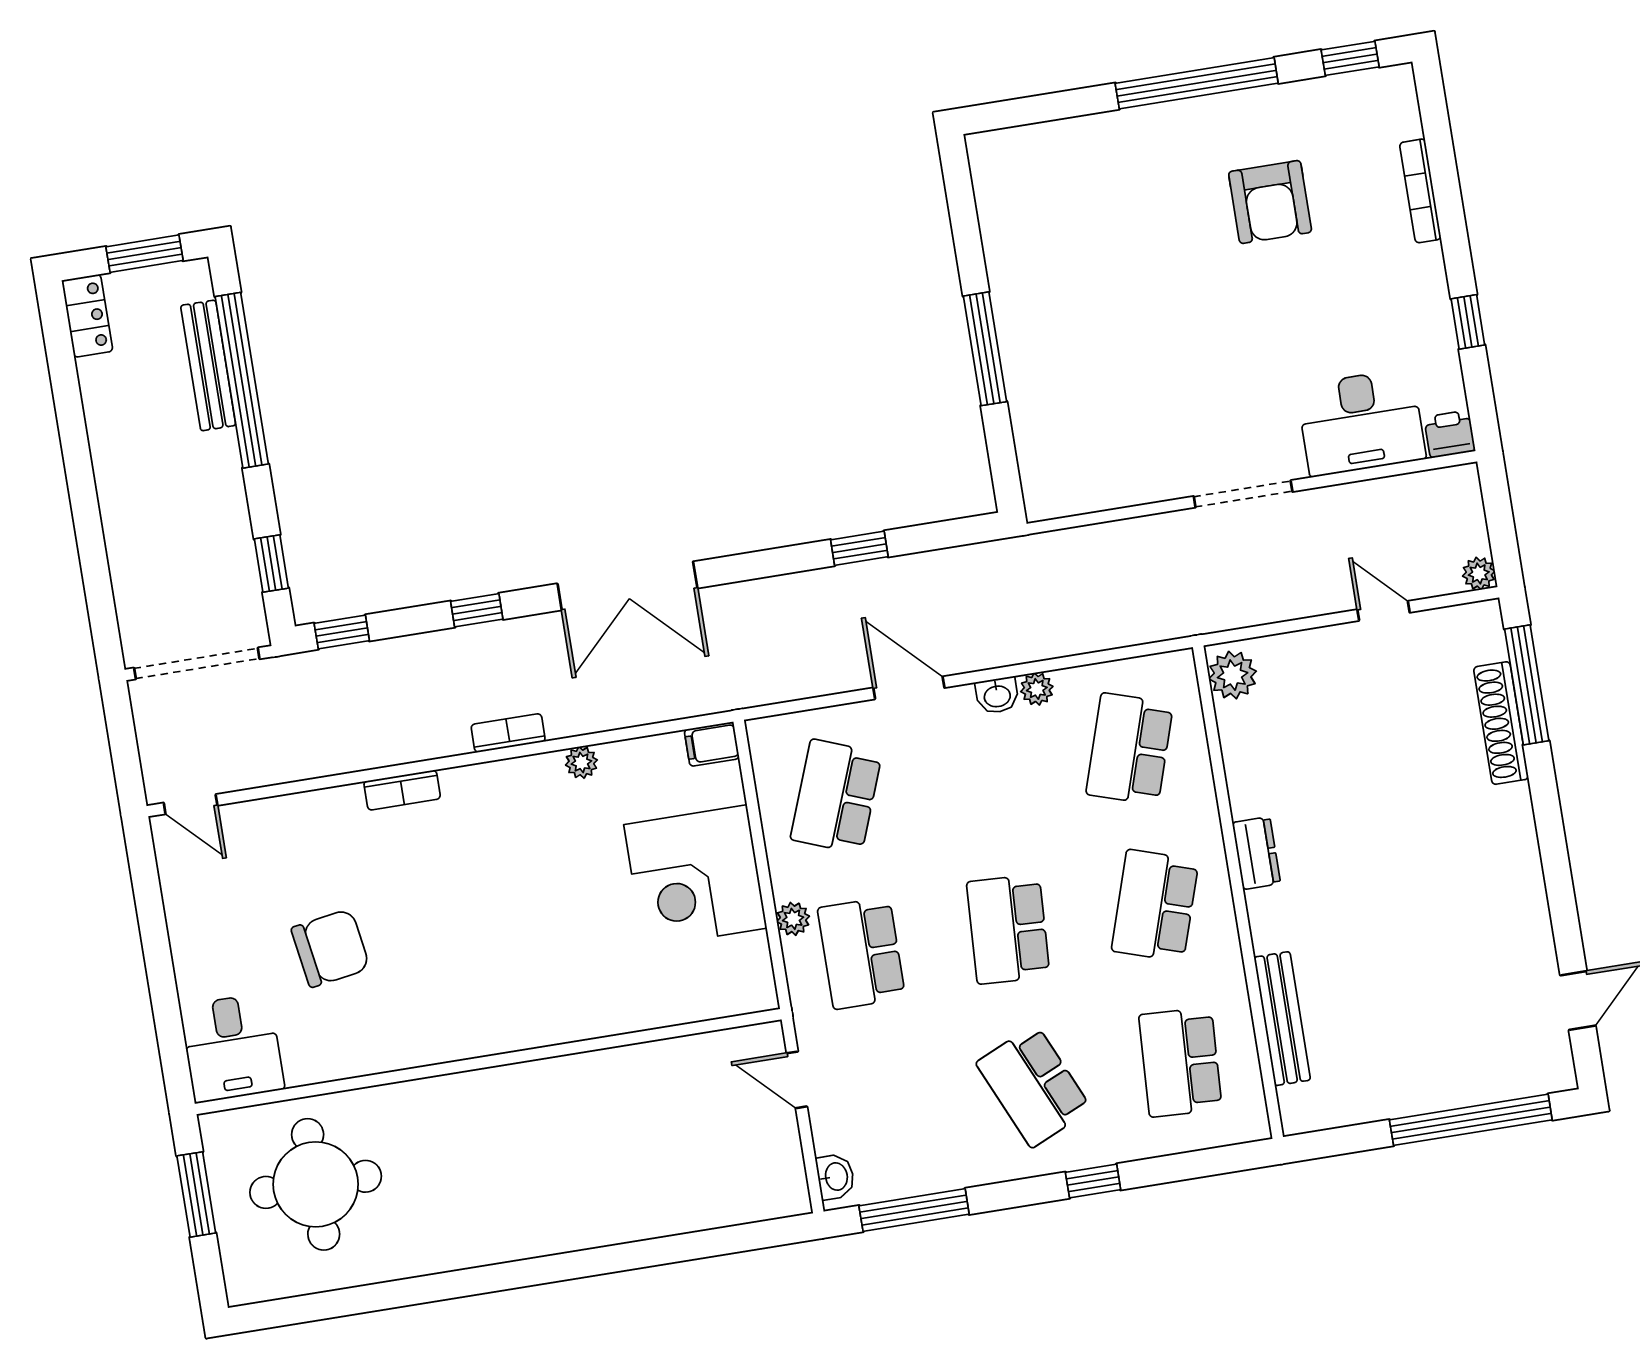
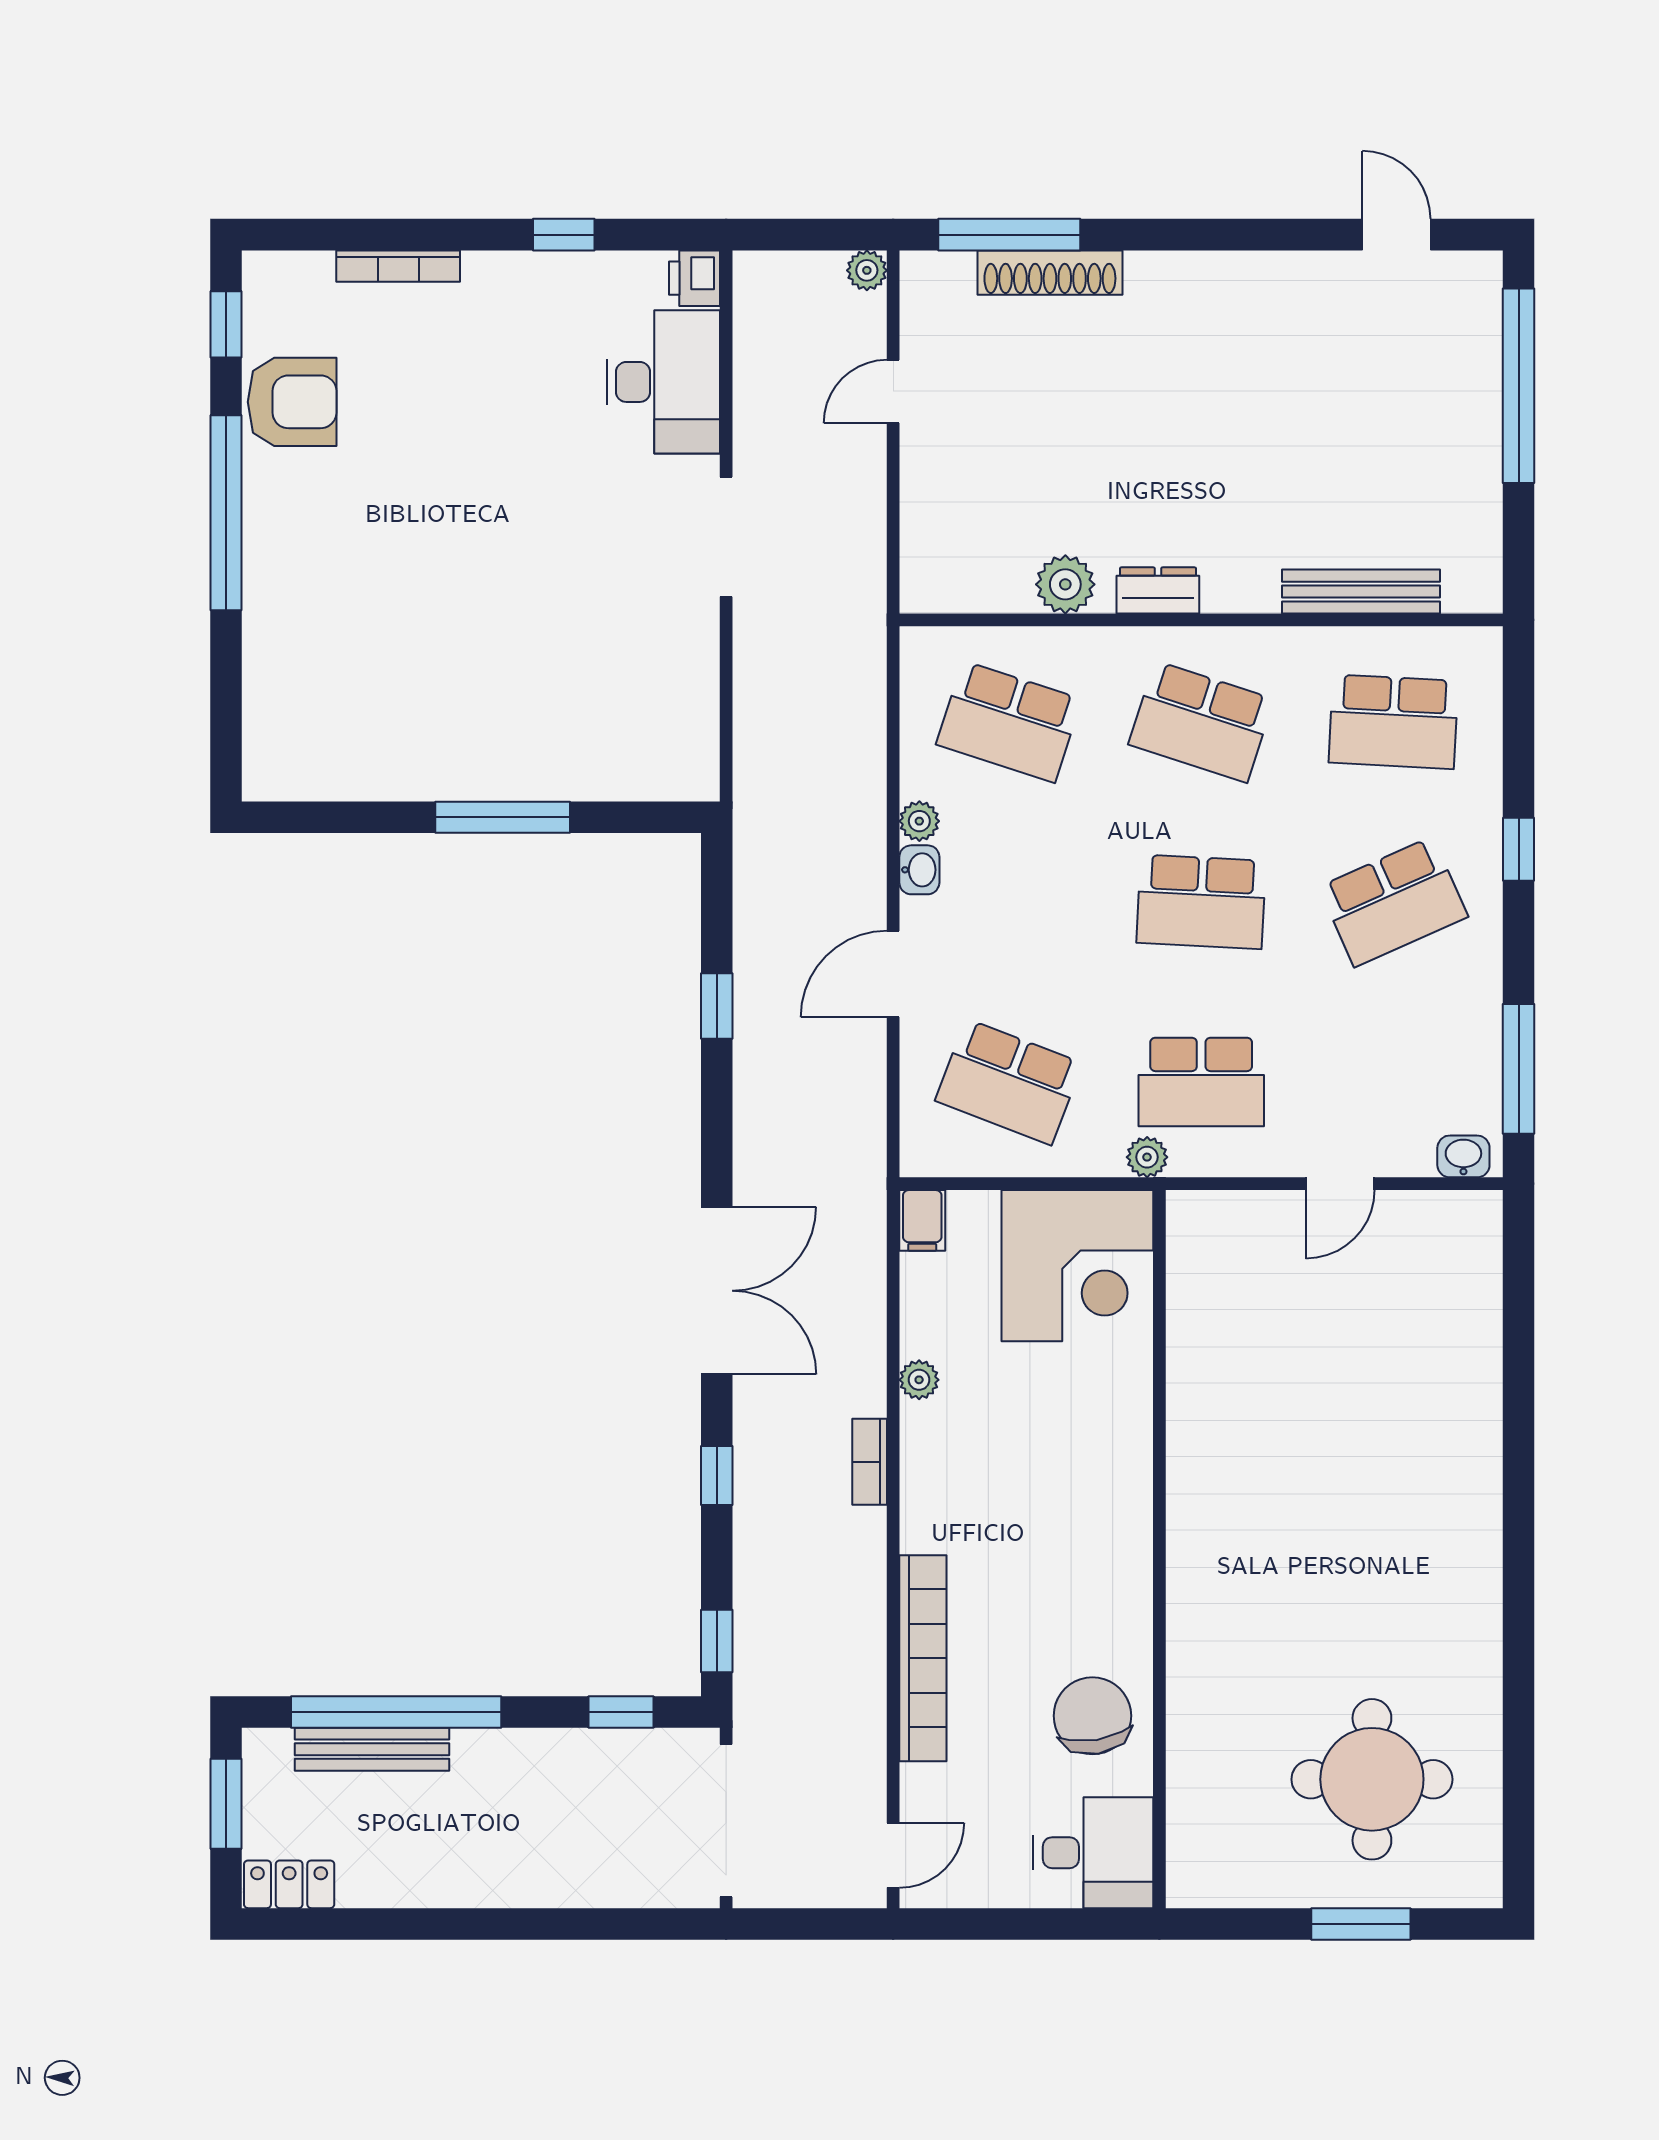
armchair: (1270, 202) -> (292, 402), moved
plant: (1233, 675) -> (1065, 584), moved
bookcase: (402, 790) -> (923, 1658), width x2.31, depth x1.31
desk: (232, 1048) -> (1093, 1853), moved
wall: (488, 1062) -> (1159, 1549), moved

